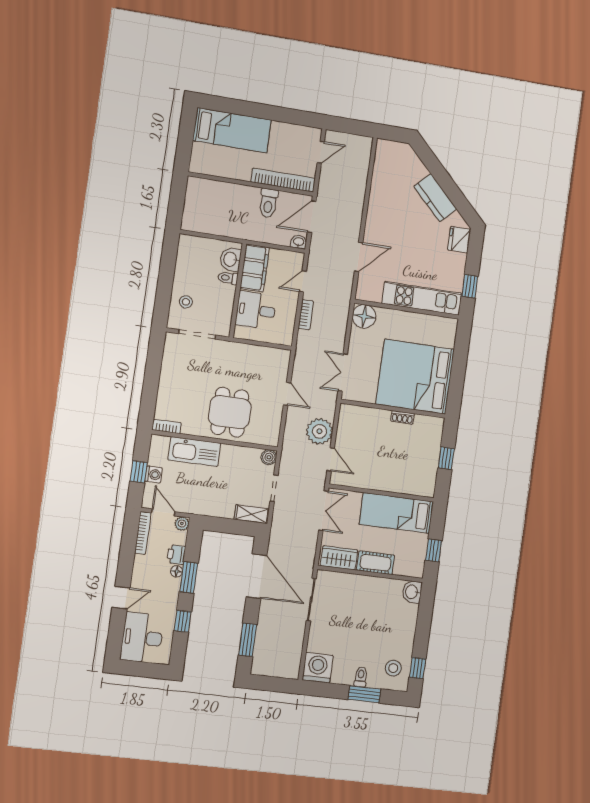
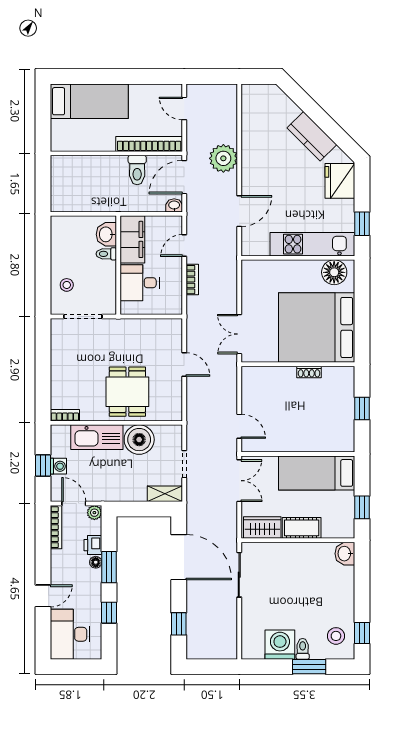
door: (321, 152) -> (184, 109), swing flipped
fridge: (459, 240) -> (340, 181), width x1.36, depth x1.34
floor lamp: (364, 316) -> (334, 272), moved
plant: (319, 431) -> (223, 158), moved
boiler: (269, 457) -> (139, 440), moved, width x1.86, depth x1.86
window: (248, 640) -> (179, 624), width x0.67
washing machine: (318, 668) -> (280, 645), moved

